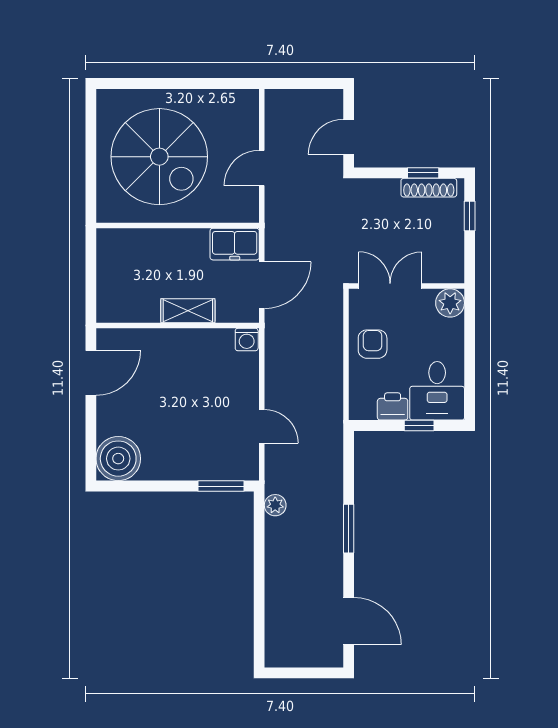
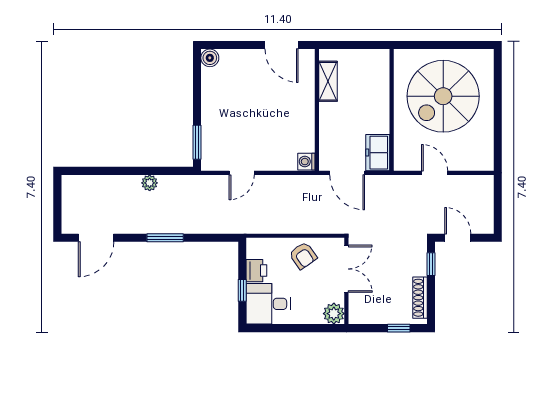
window: (423, 173) -> (431, 264), moved
shelving: (188, 311) -> (328, 81), moved
armchair: (373, 344) -> (303, 256), turned 55
boiler: (118, 459) -> (210, 58), width x0.54, depth x0.54
plant: (275, 505) -> (150, 183), moved

